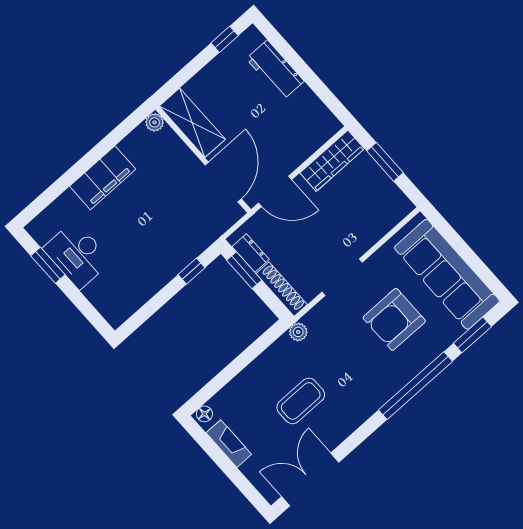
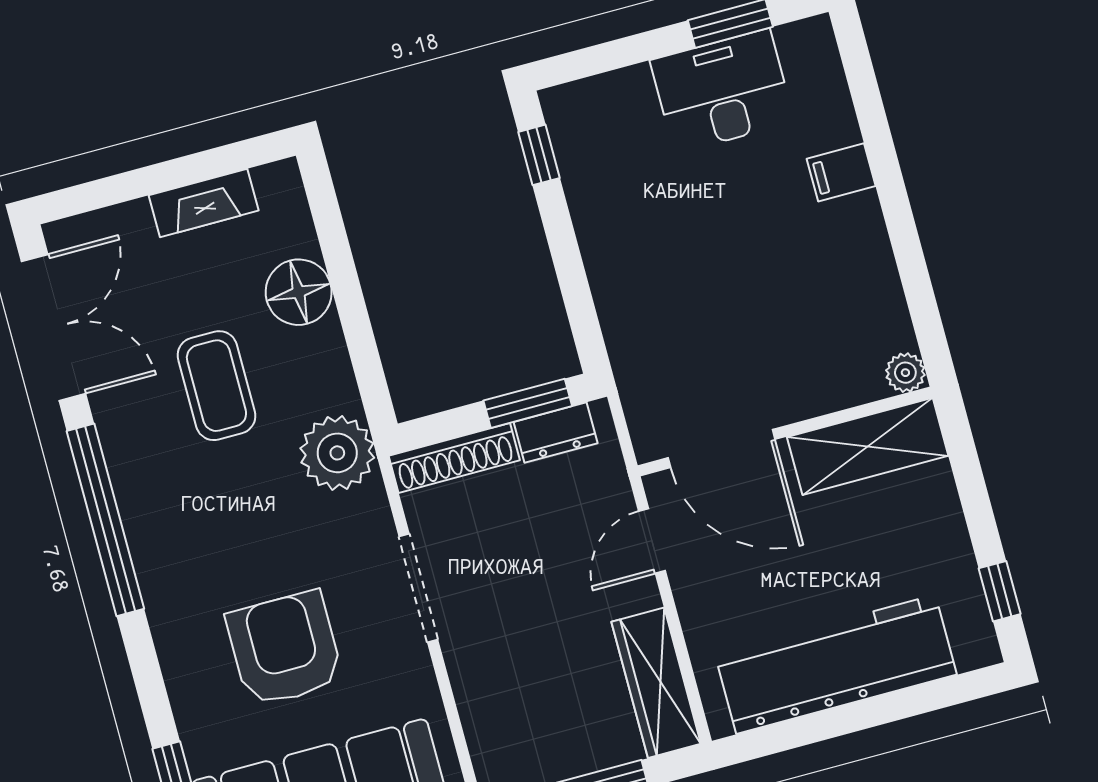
workbench: (275, 70) -> (836, 664), width x1.88, depth x1.32
filing cabinet: (103, 178) -> (841, 172), width x0.33, depth x0.86
door: (275, 191) -> (652, 541), width x0.73
window: (191, 271) -> (539, 155), moved
plant: (298, 332) -> (337, 453), width x1.87, depth x1.87
window: (415, 386) -> (105, 520), moved
floor lamp: (204, 414) -> (299, 292), moved, width x1.89, depth x1.89

